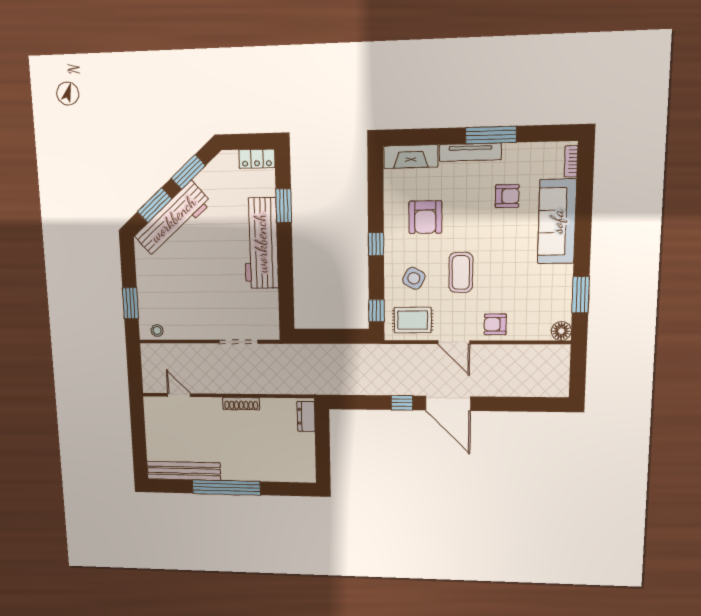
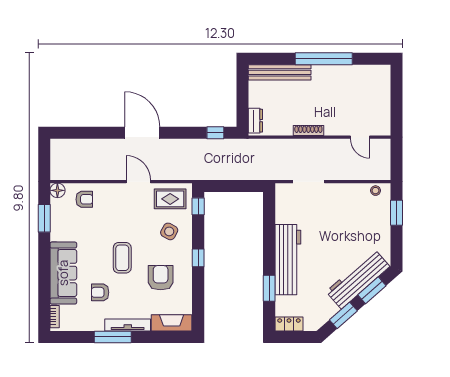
coffee table: (461, 272) -> (122, 258), moved
armchair: (495, 324) -> (84, 199), moved
window: (402, 403) -> (215, 133), moved
bench: (184, 471) -> (280, 72), moved

